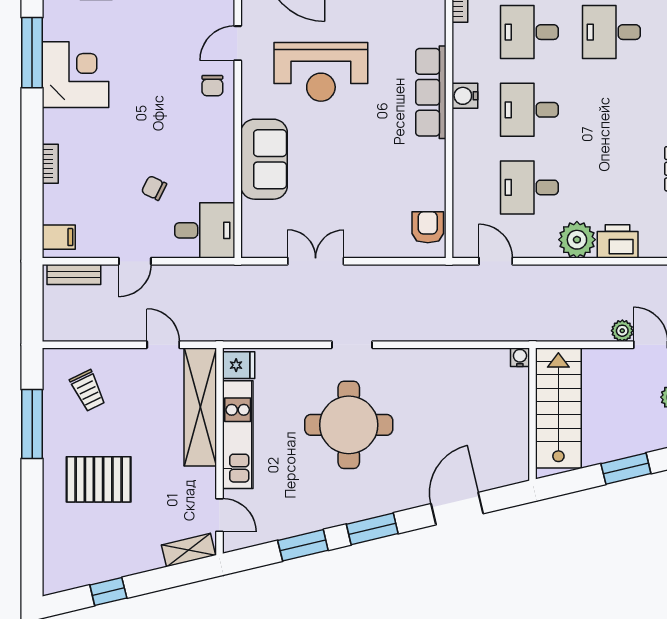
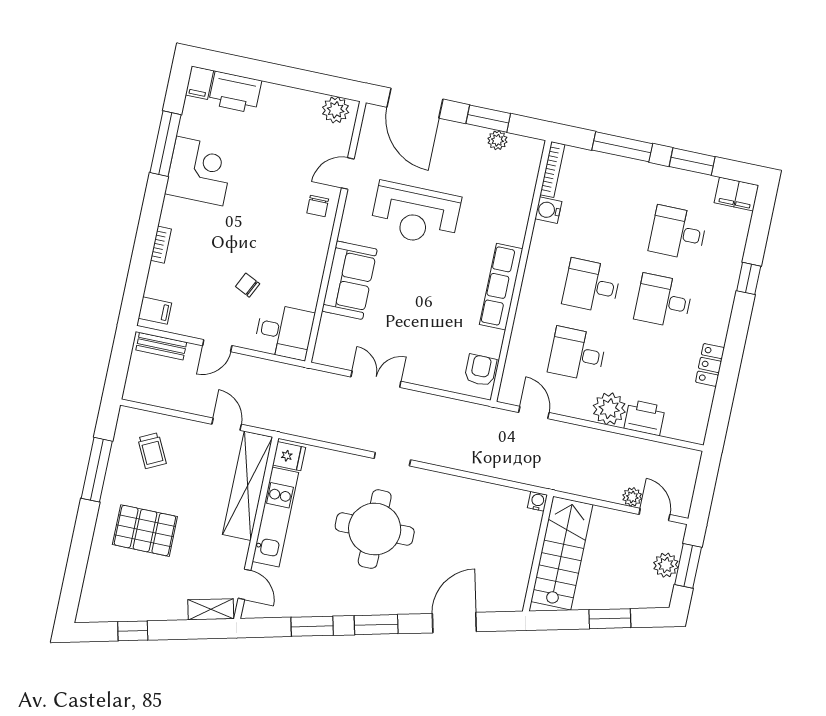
desk: (529, 32) -> (664, 301), moved
row of seats: (431, 92) -> (501, 287), moved
water cooler: (465, 96) -> (548, 210), moved

